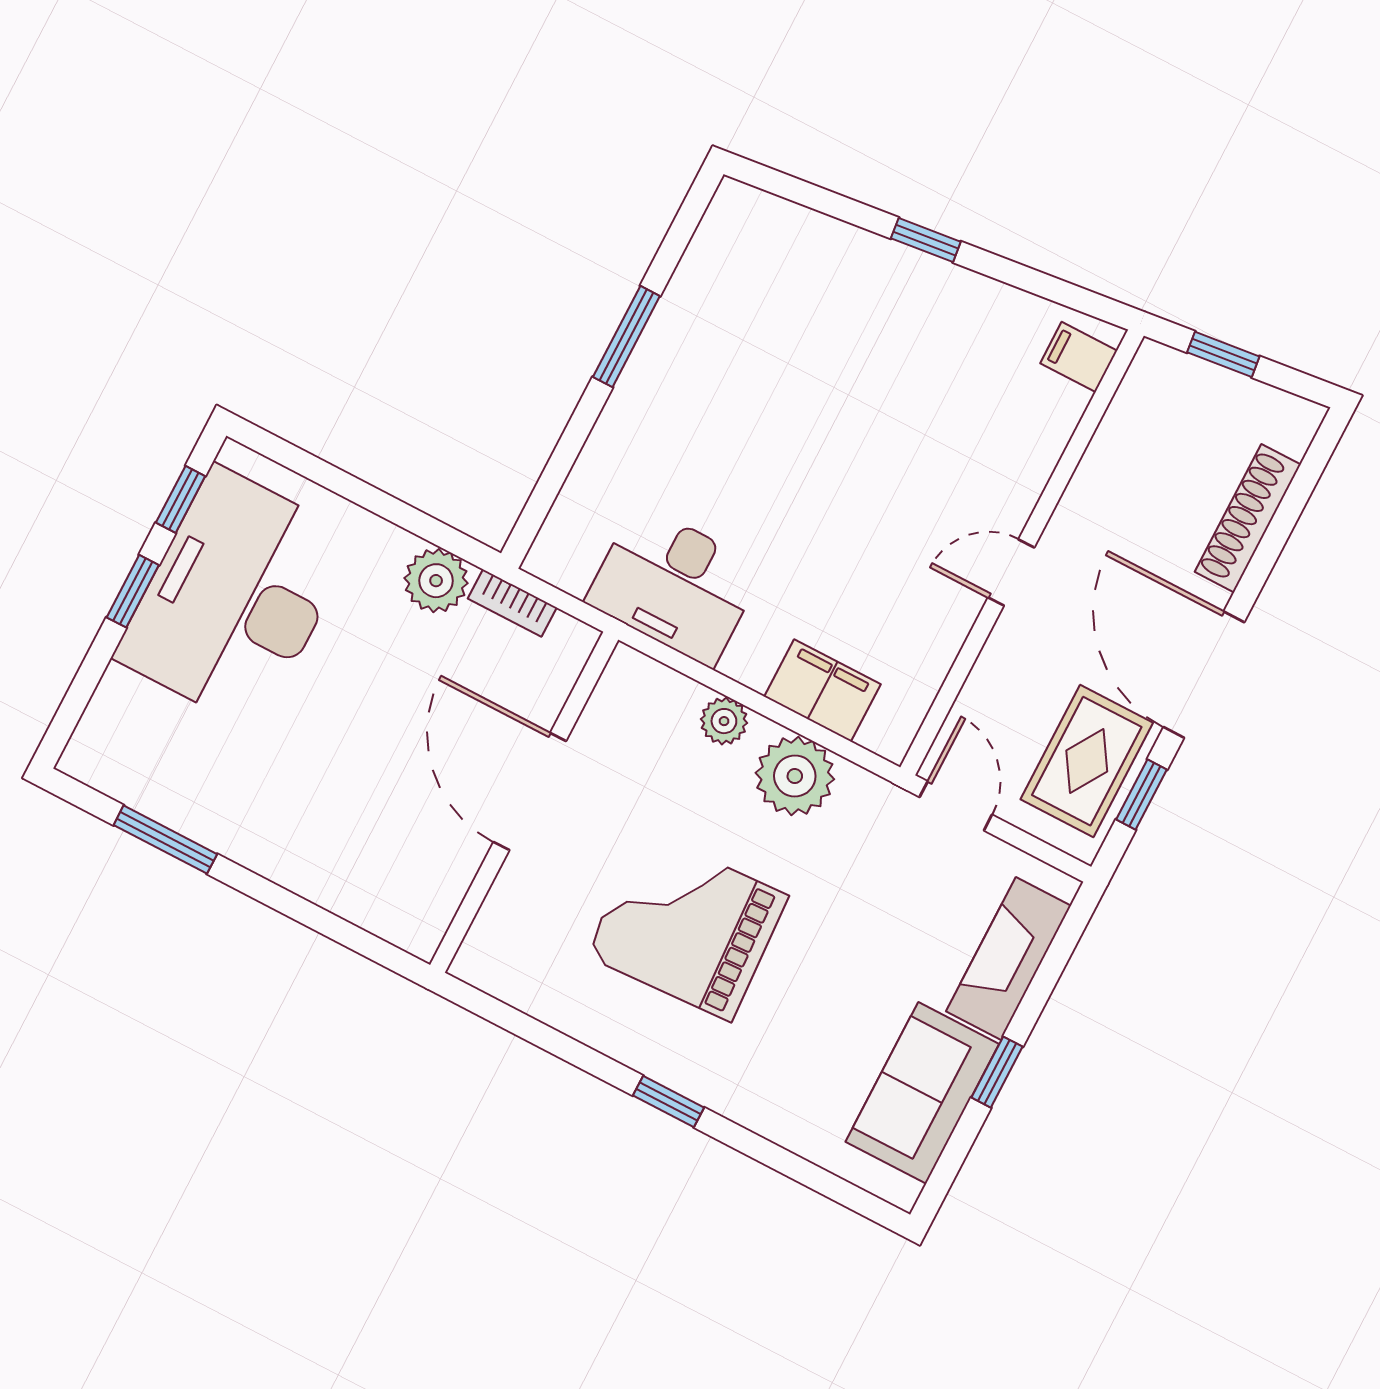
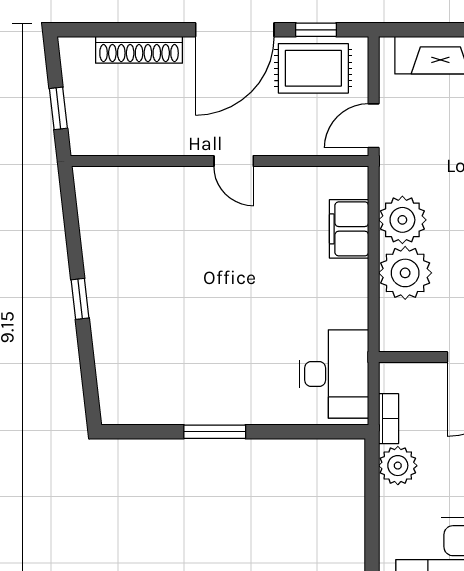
filing cabinet: (1079, 357) -> (100, 185), removed
desk: (675, 585) -> (334, 374), moved
plant: (724, 721) -> (405, 273), width x1.88, depth x1.88

